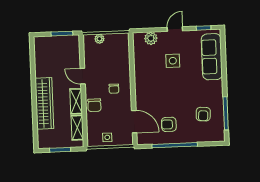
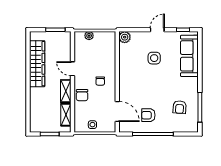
plant: (151, 38) -> (125, 37), moved
wardrobe: (44, 103) -> (37, 64), moved

